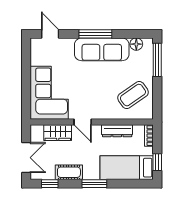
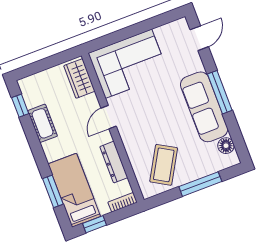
window: (157, 60) -> (200, 184), moved
coffee table: (133, 95) -> (164, 165), turned 65
wardrobe: (58, 133) -> (79, 78), moved
double door: (26, 158) -> (41, 66), removed
window: (94, 184) -> (53, 191), moved

